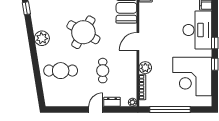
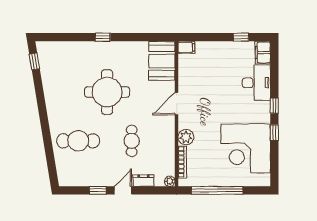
desk: (197, 30) -> (256, 83), width x0.73, depth x0.77
round table: (83, 32) -> (107, 92), turned -30
plant: (42, 38) -> (54, 100), removed
window: (76, 109) -> (98, 190), added

